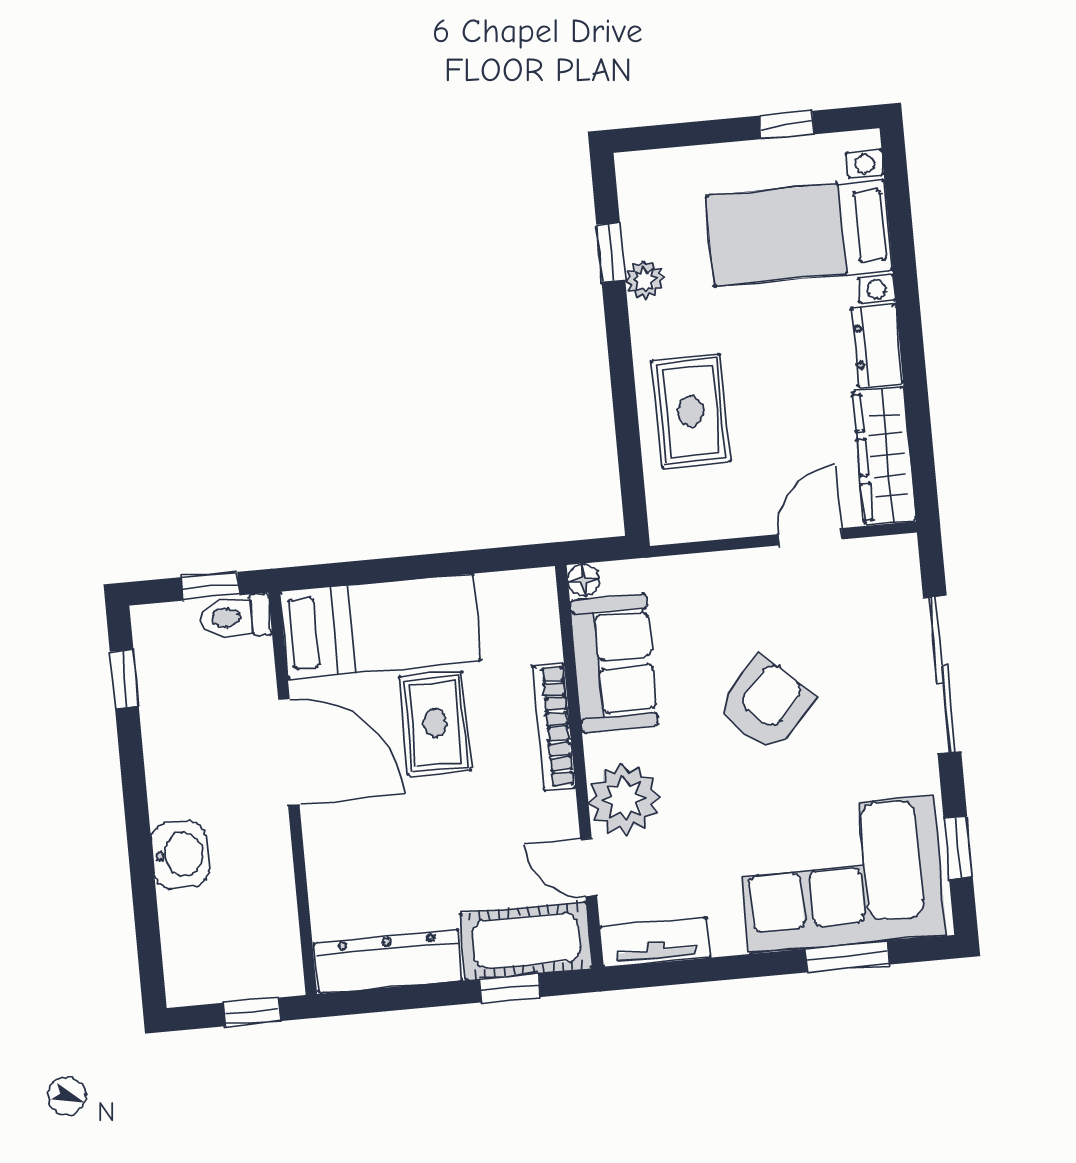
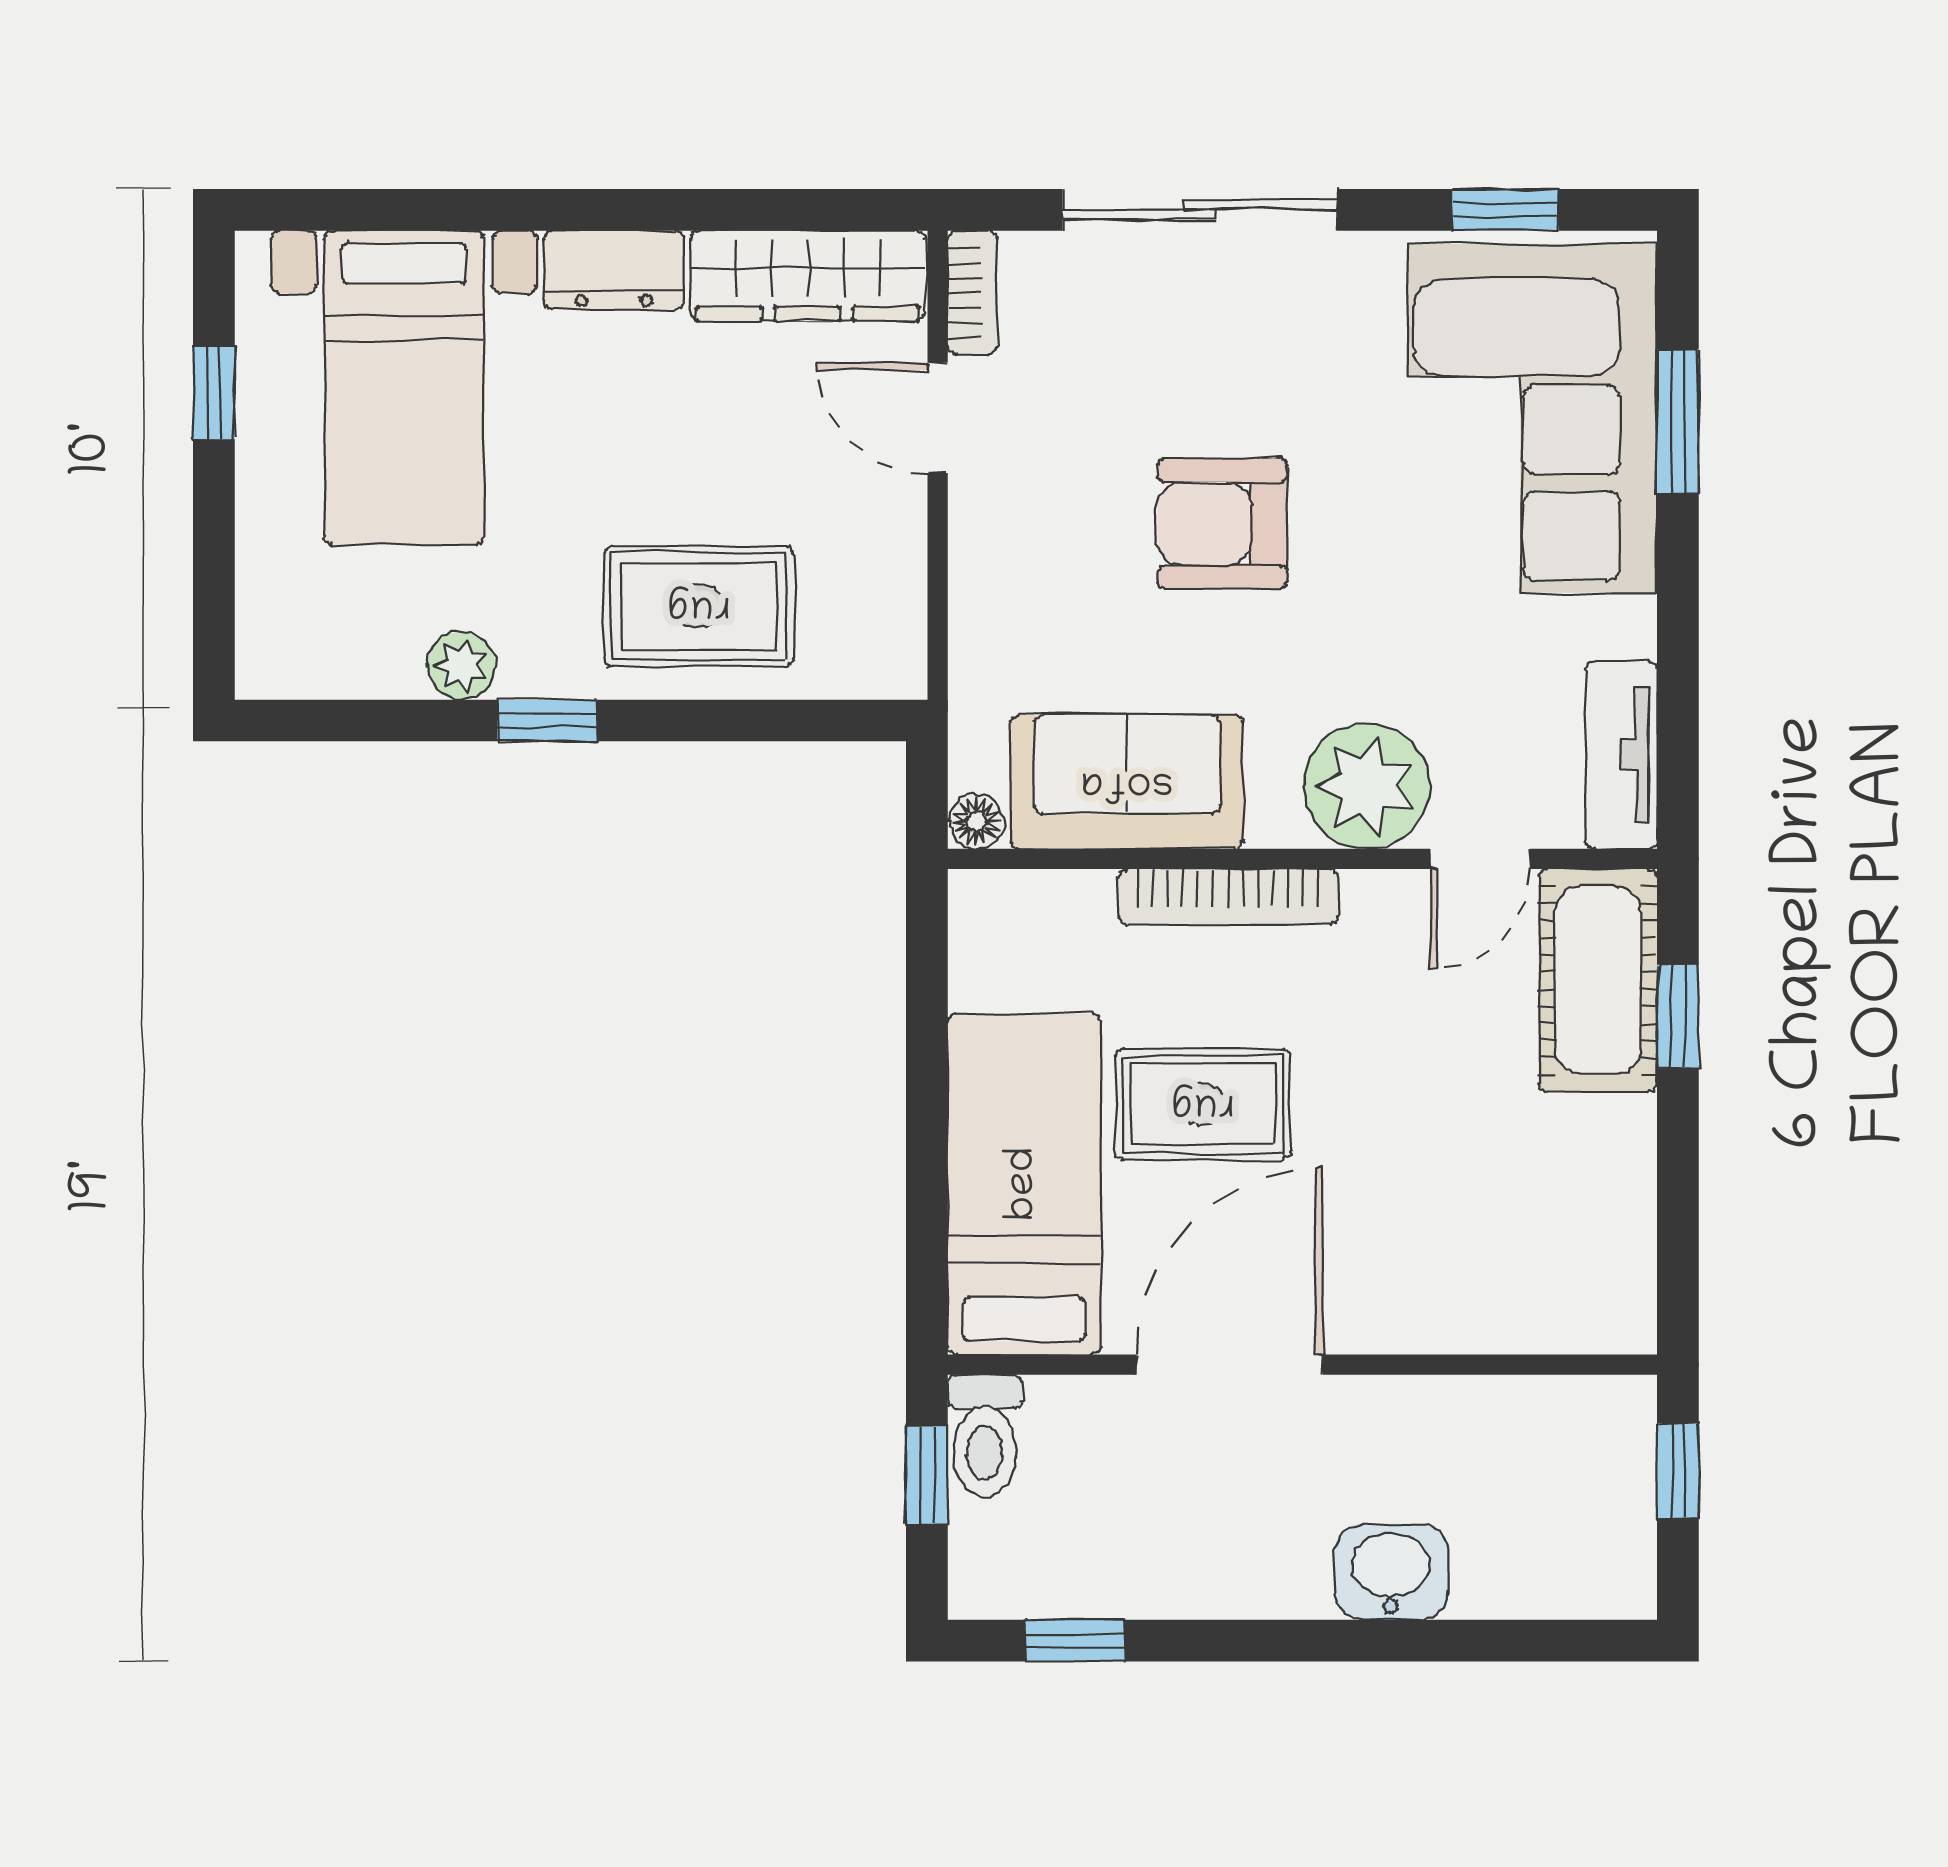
window: (611, 252) -> (547, 720), moved
bookcase: (883, 550) -> (972, 293), added
armchair: (765, 704) -> (1222, 524), turned -43
dresser: (388, 962) -> (1612, 1224), removed

